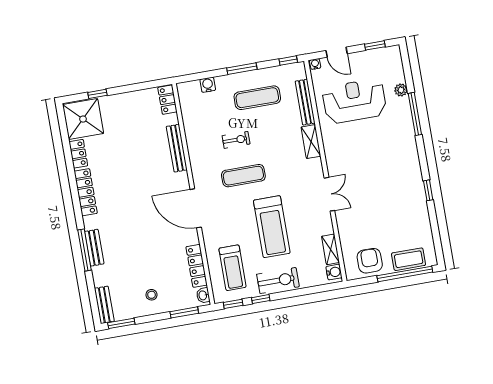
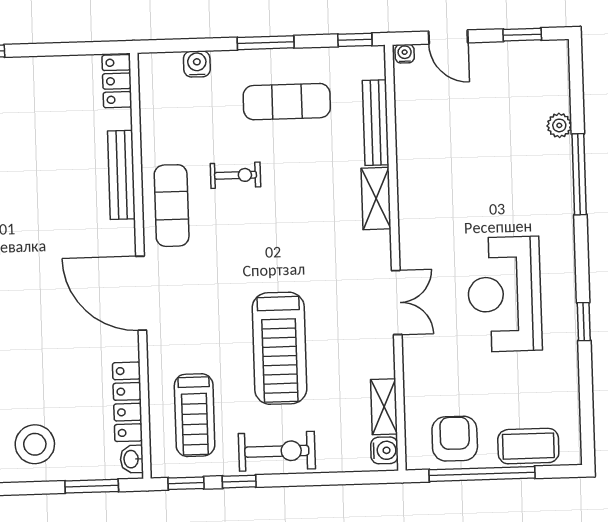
reception desk: (354, 101) -> (505, 294), moved, turned -90
exercise mat: (243, 176) -> (172, 206), moved, turned 90
window: (405, 274) -> (482, 474), moved
stool: (152, 295) -> (35, 444), width x1.89, depth x1.89

